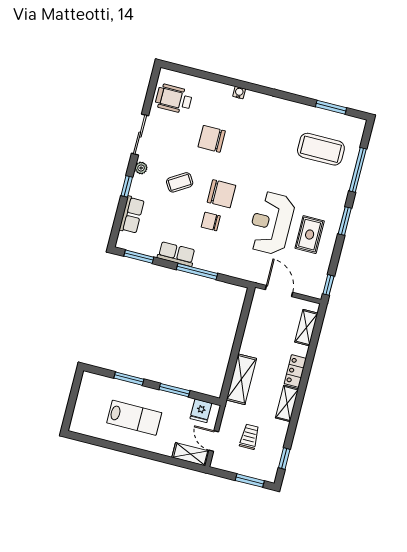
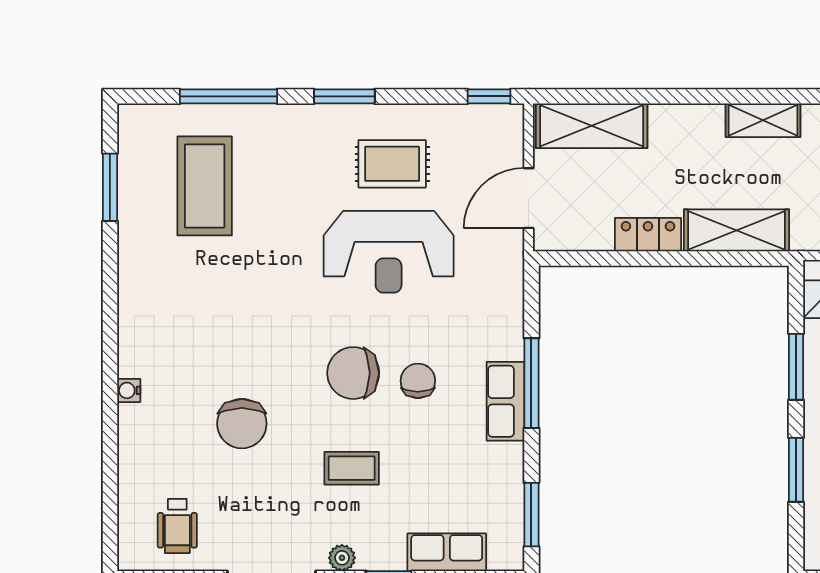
wheelchair: (174, 99) -> (177, 526), width x0.73, depth x0.73
coffee table: (180, 182) -> (352, 468), turned -58
chair: (221, 194) -> (353, 373), turned -90
chair: (211, 222) -> (418, 381), turned 180
row of seats: (176, 254) -> (506, 401), moved
shelving: (306, 328) -> (592, 126), width x1.50, depth x1.33
locker: (295, 371) -> (648, 235), moved, turned 180

